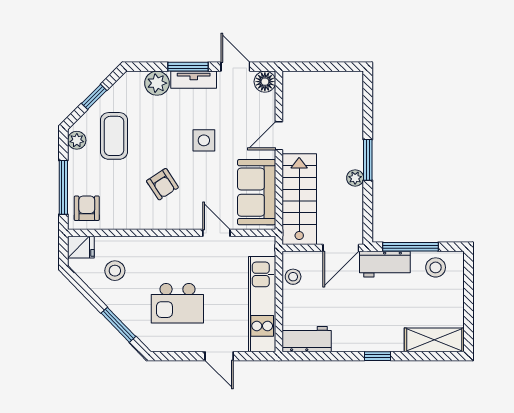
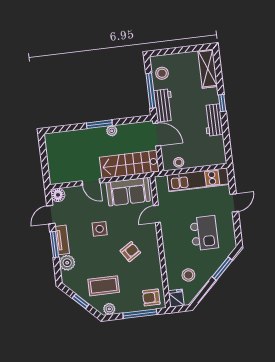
workbench: (307, 339) -> (213, 120), moved

